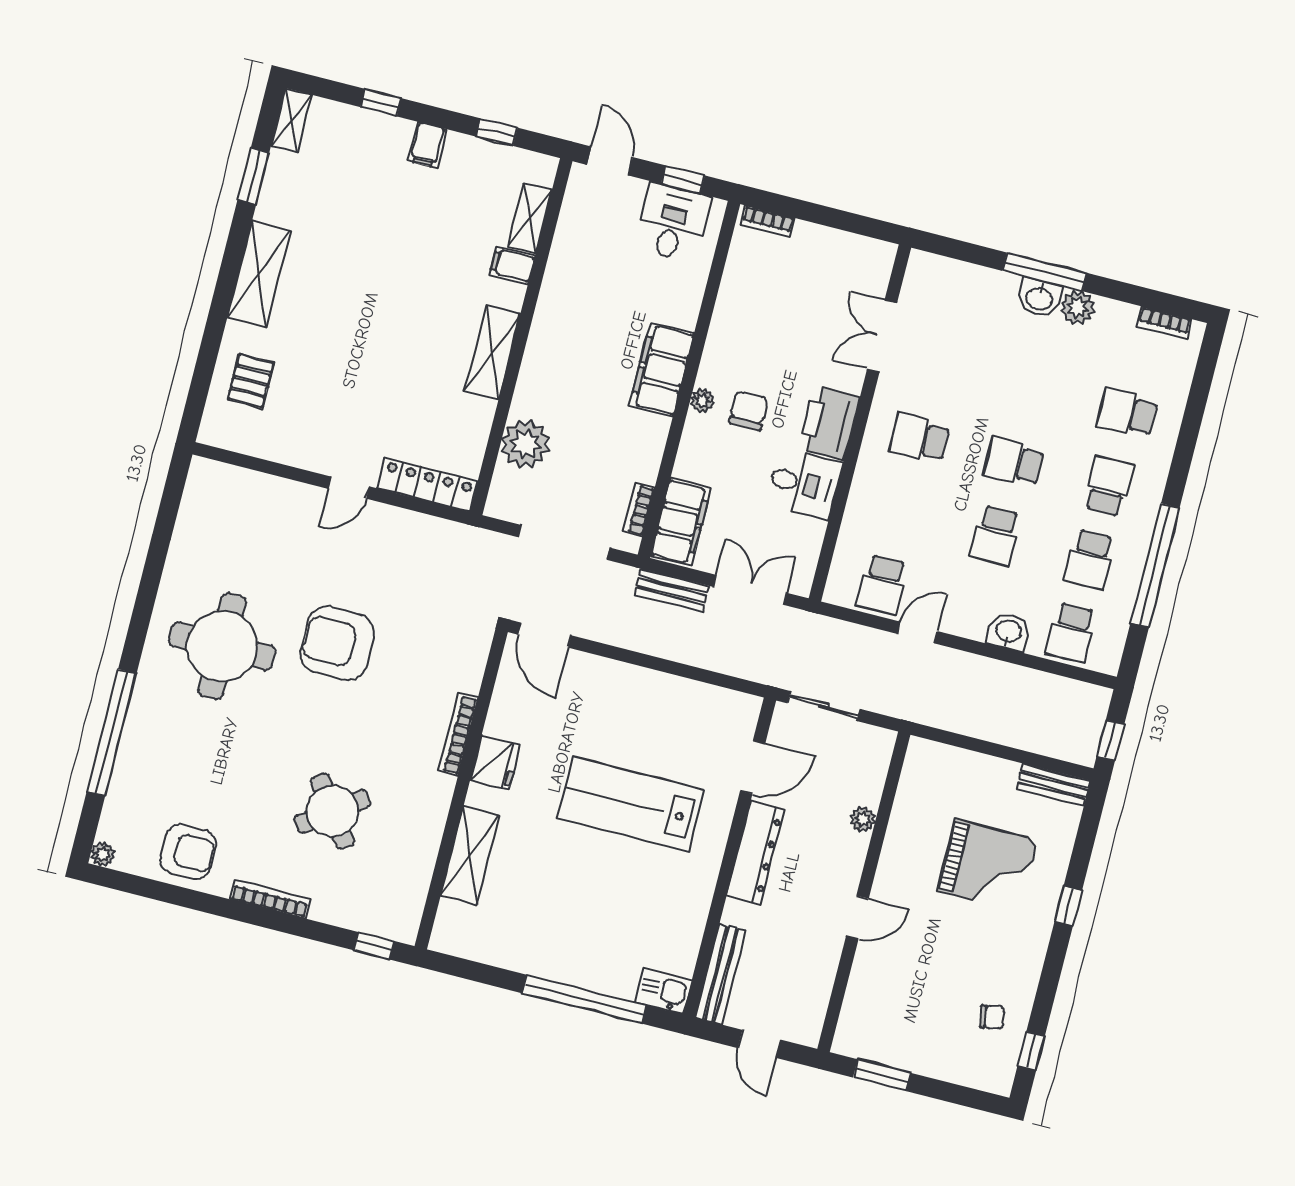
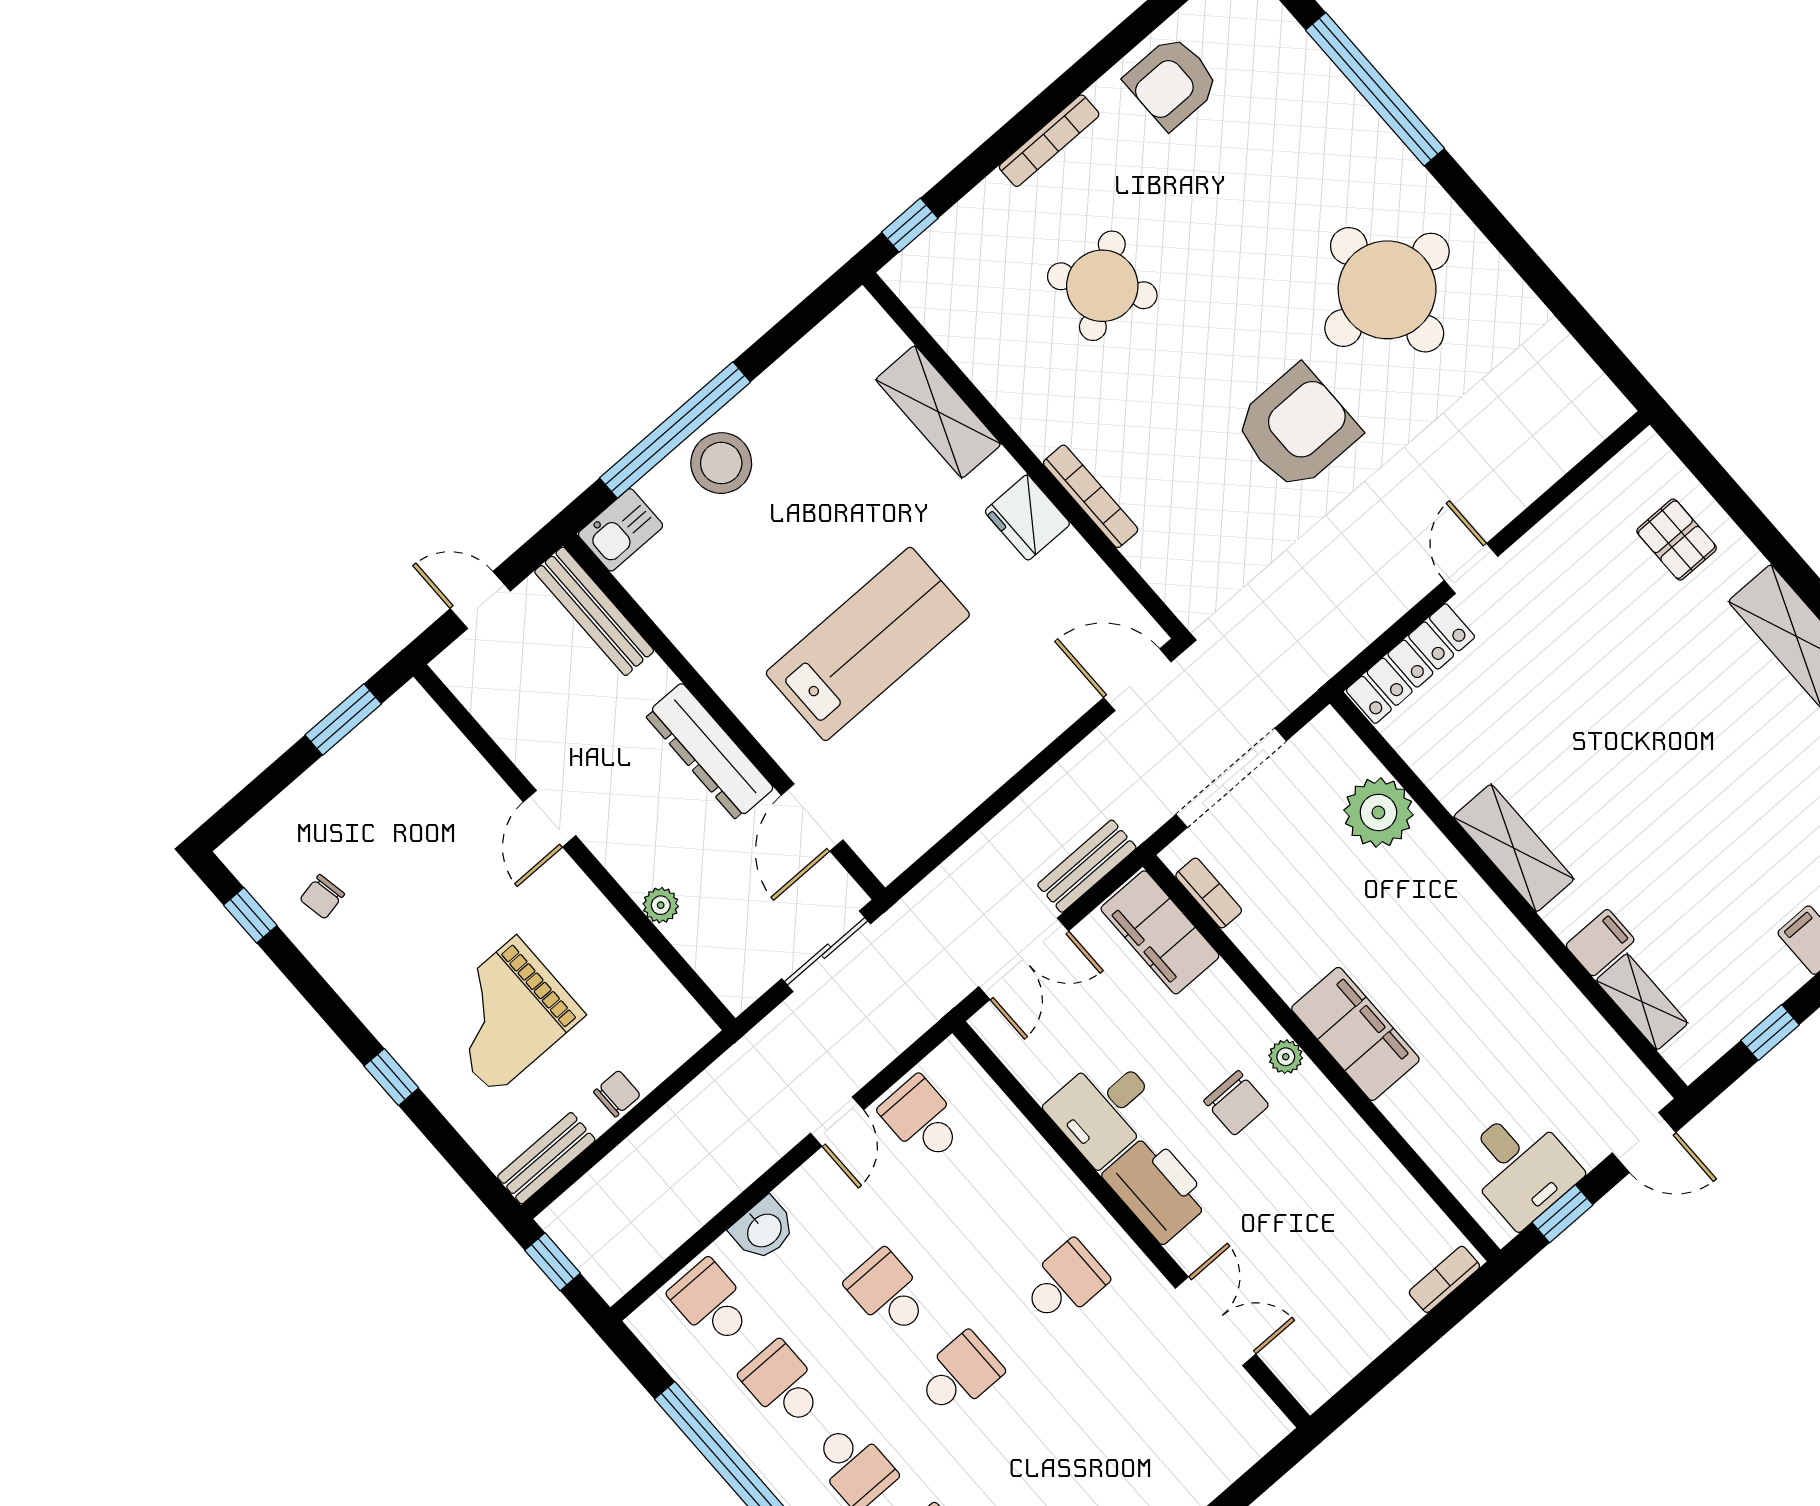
chair: (988, 770) -> (617, 1094), added
stool: (585, 960) -> (721, 463), added

